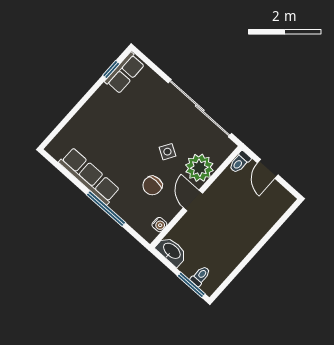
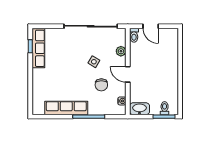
row of seats: (125, 73) -> (38, 48), width x1.48
plant: (199, 168) -> (121, 51), width x0.53, depth x0.53

